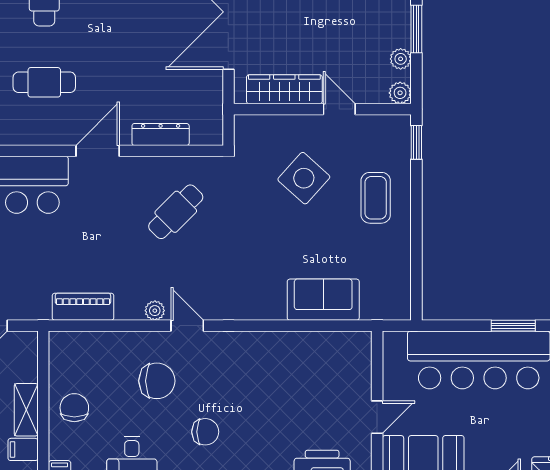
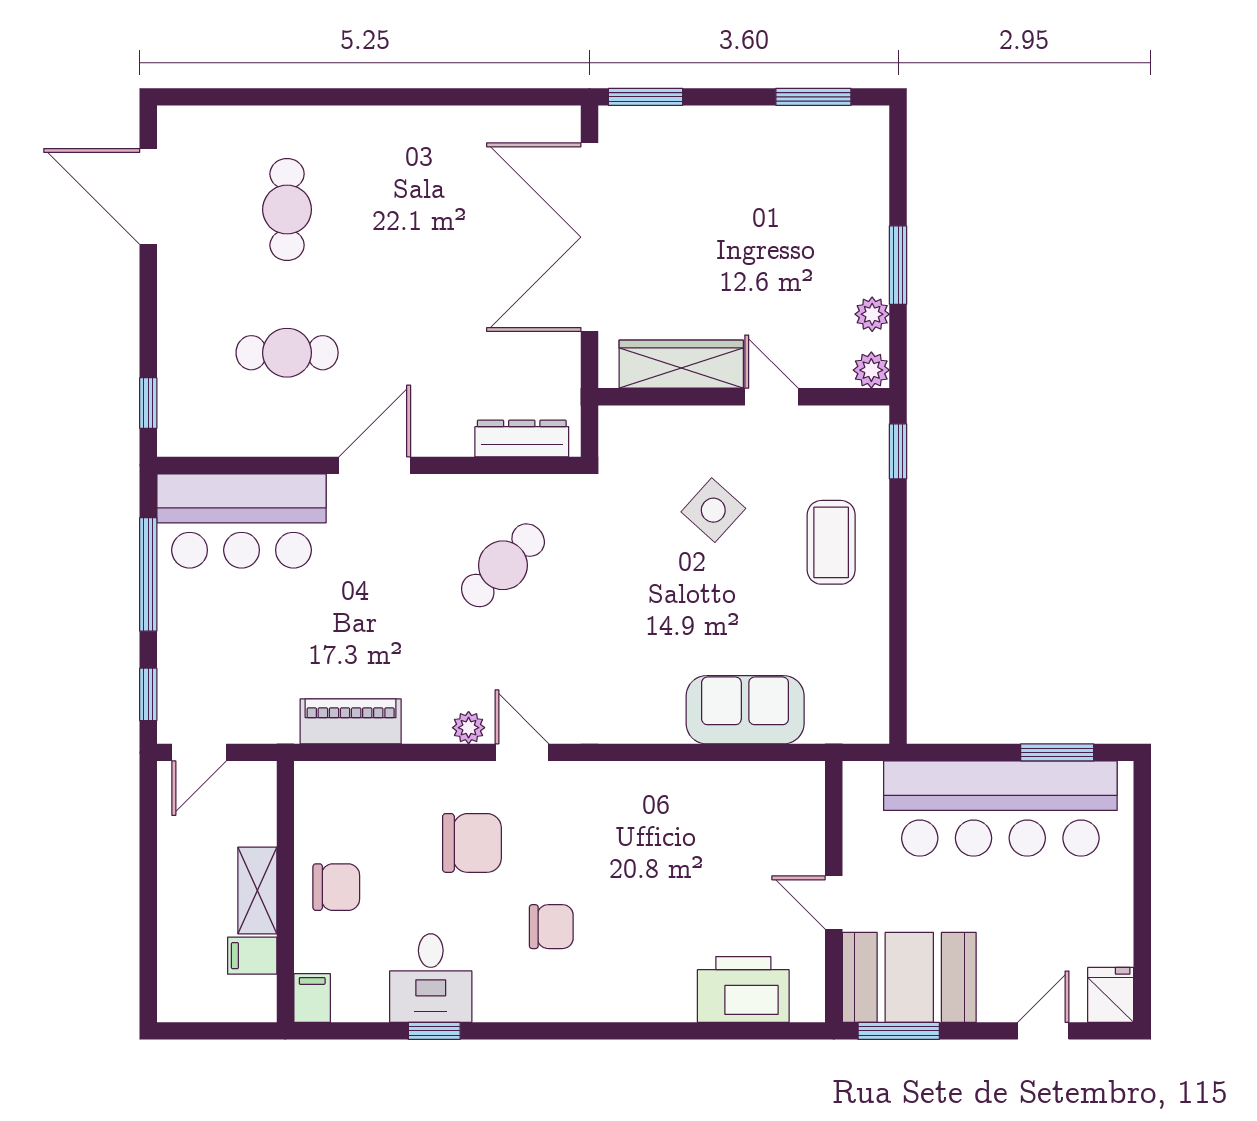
dresser: (161, 135) -> (522, 438), moved
side table: (304, 178) -> (713, 510), width x0.73, depth x0.73
chair: (74, 408) -> (336, 887), turned 90
door: (377, 417) -> (834, 903), swing flipped

